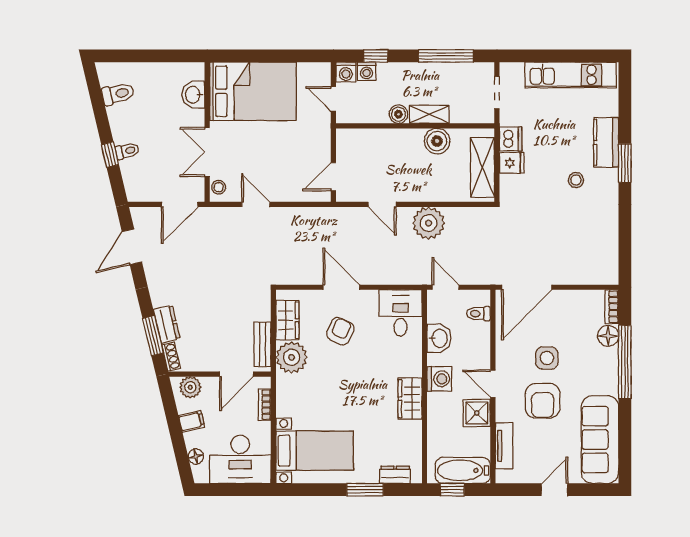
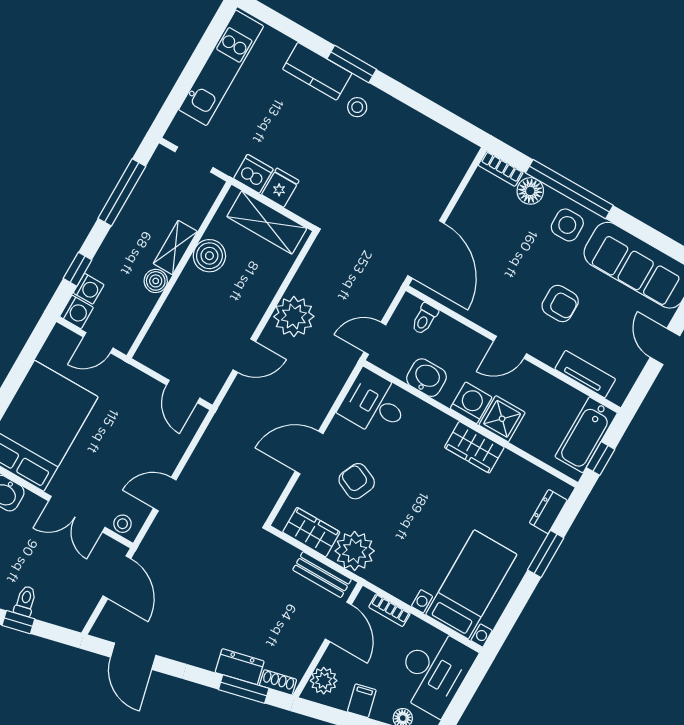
stool: (576, 180) -> (357, 107), moved
side table: (547, 358) -> (567, 225), moved
armchair: (543, 401) -> (560, 304), width x0.72, depth x0.72
shower: (477, 413) -> (502, 419), moved

